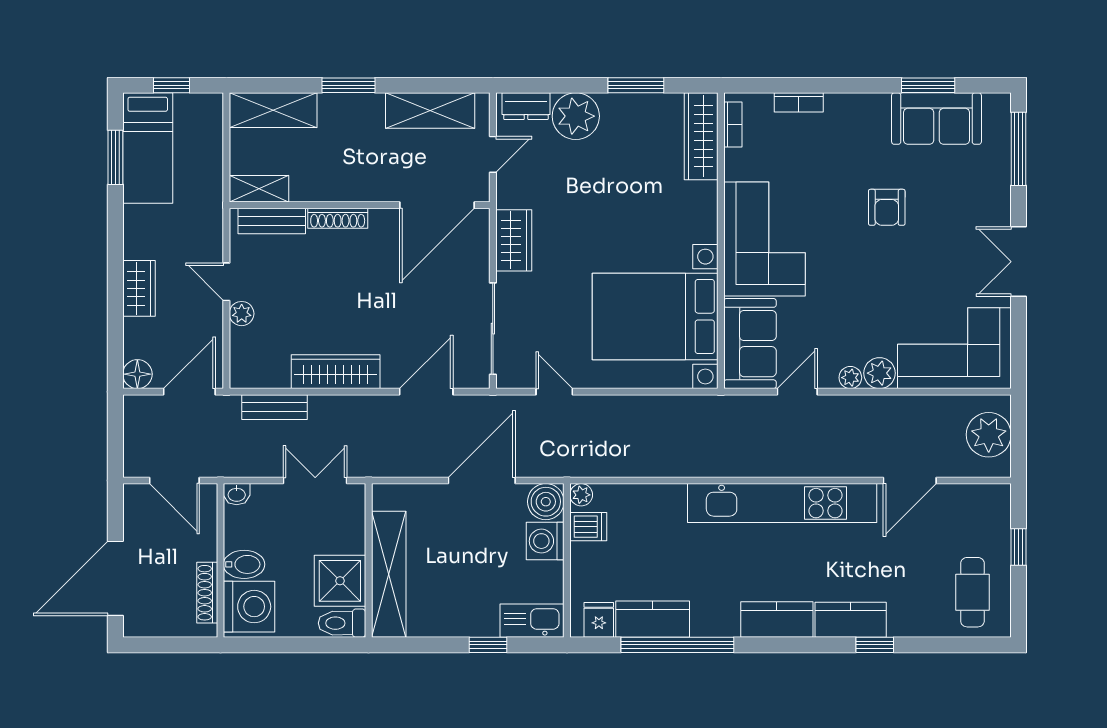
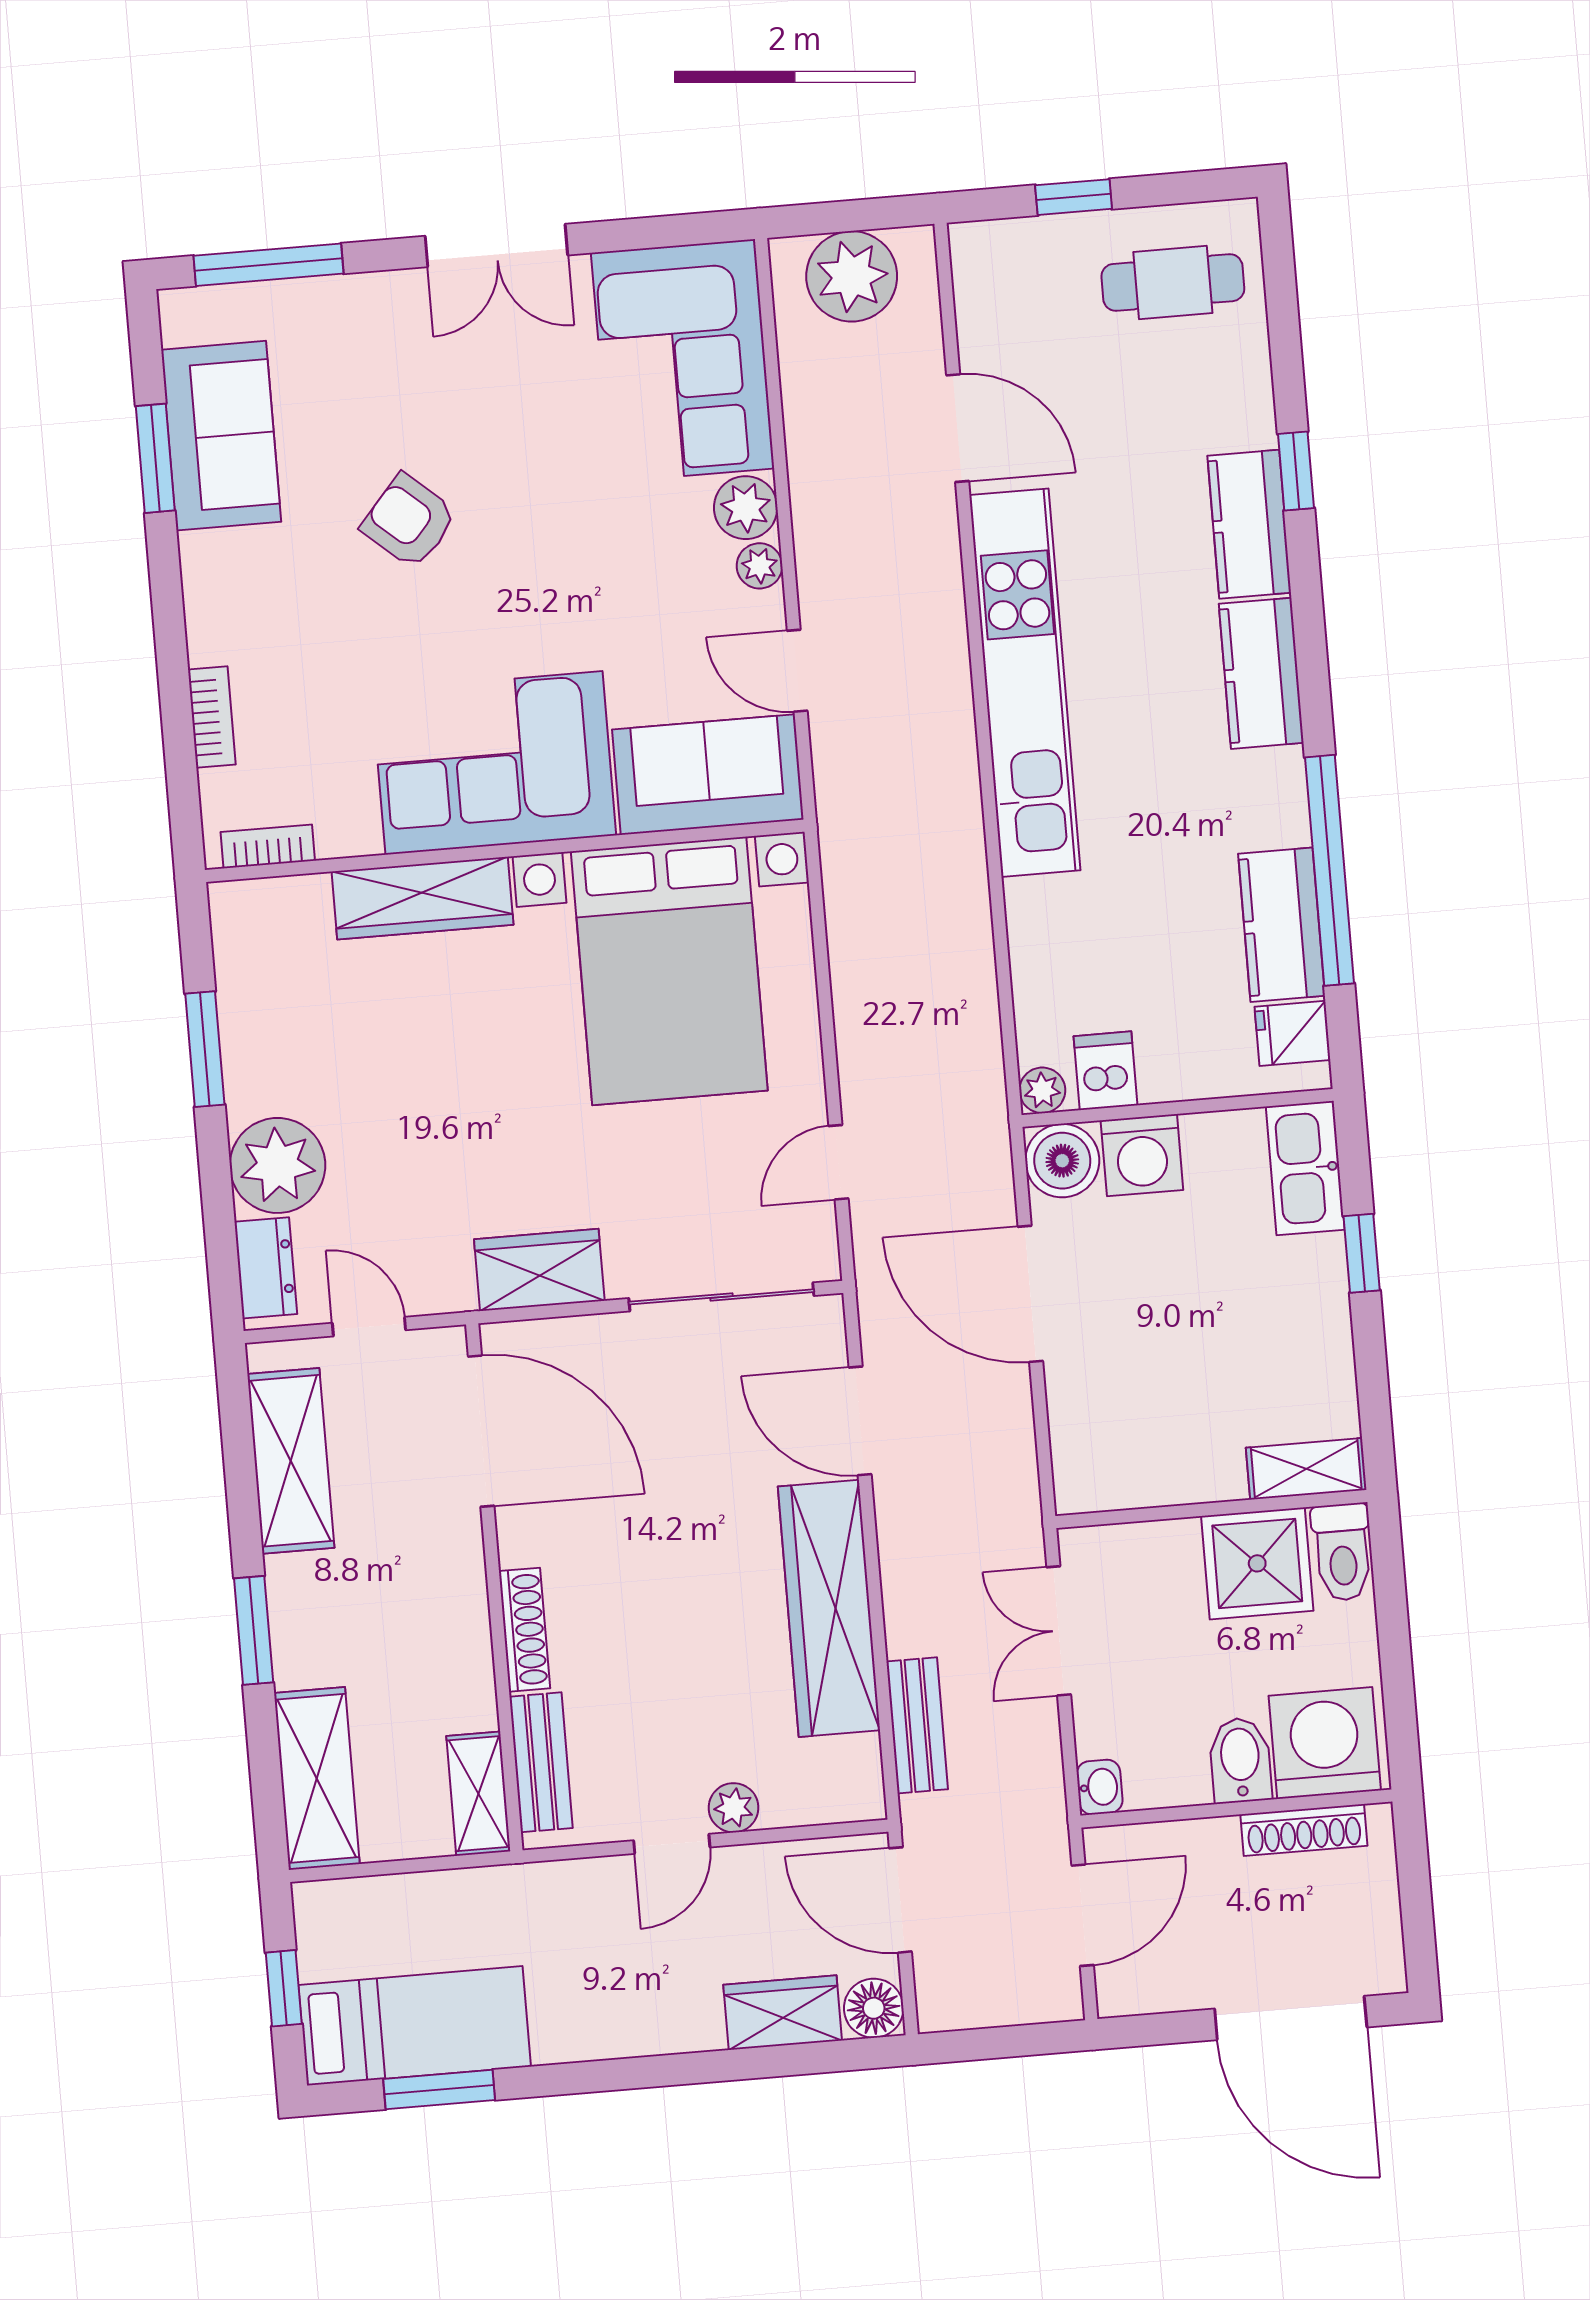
wardrobe: (701, 136) -> (423, 898), moved
armchair: (887, 207) -> (409, 521), turned -139
wardrobe: (139, 288) -> (783, 2013), moved
wardrobe: (336, 372) -> (829, 1608), width x1.40, depth x1.17
shelving: (389, 574) -> (1306, 1469), width x0.45, depth x0.75

